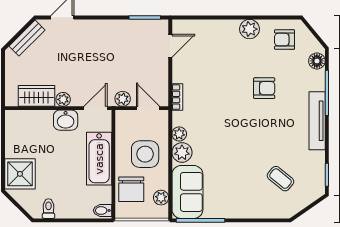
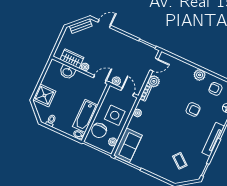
washbasin: (66, 120) -> (67, 72), moved
plant: (182, 152) -> (154, 81), moved
bathtub: (99, 159) -> (85, 116), moved

